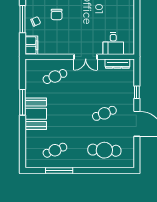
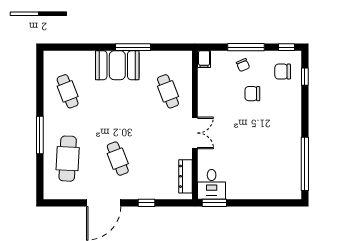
window: (137, 42) -> (214, 203), added
desk: (113, 44) -> (212, 184), moved, turned -90
filing cabinet: (31, 45) -> (204, 59), width x0.50
double door: (86, 57) -> (195, 133), swing flipped
window: (59, 171) -> (40, 135), moved

